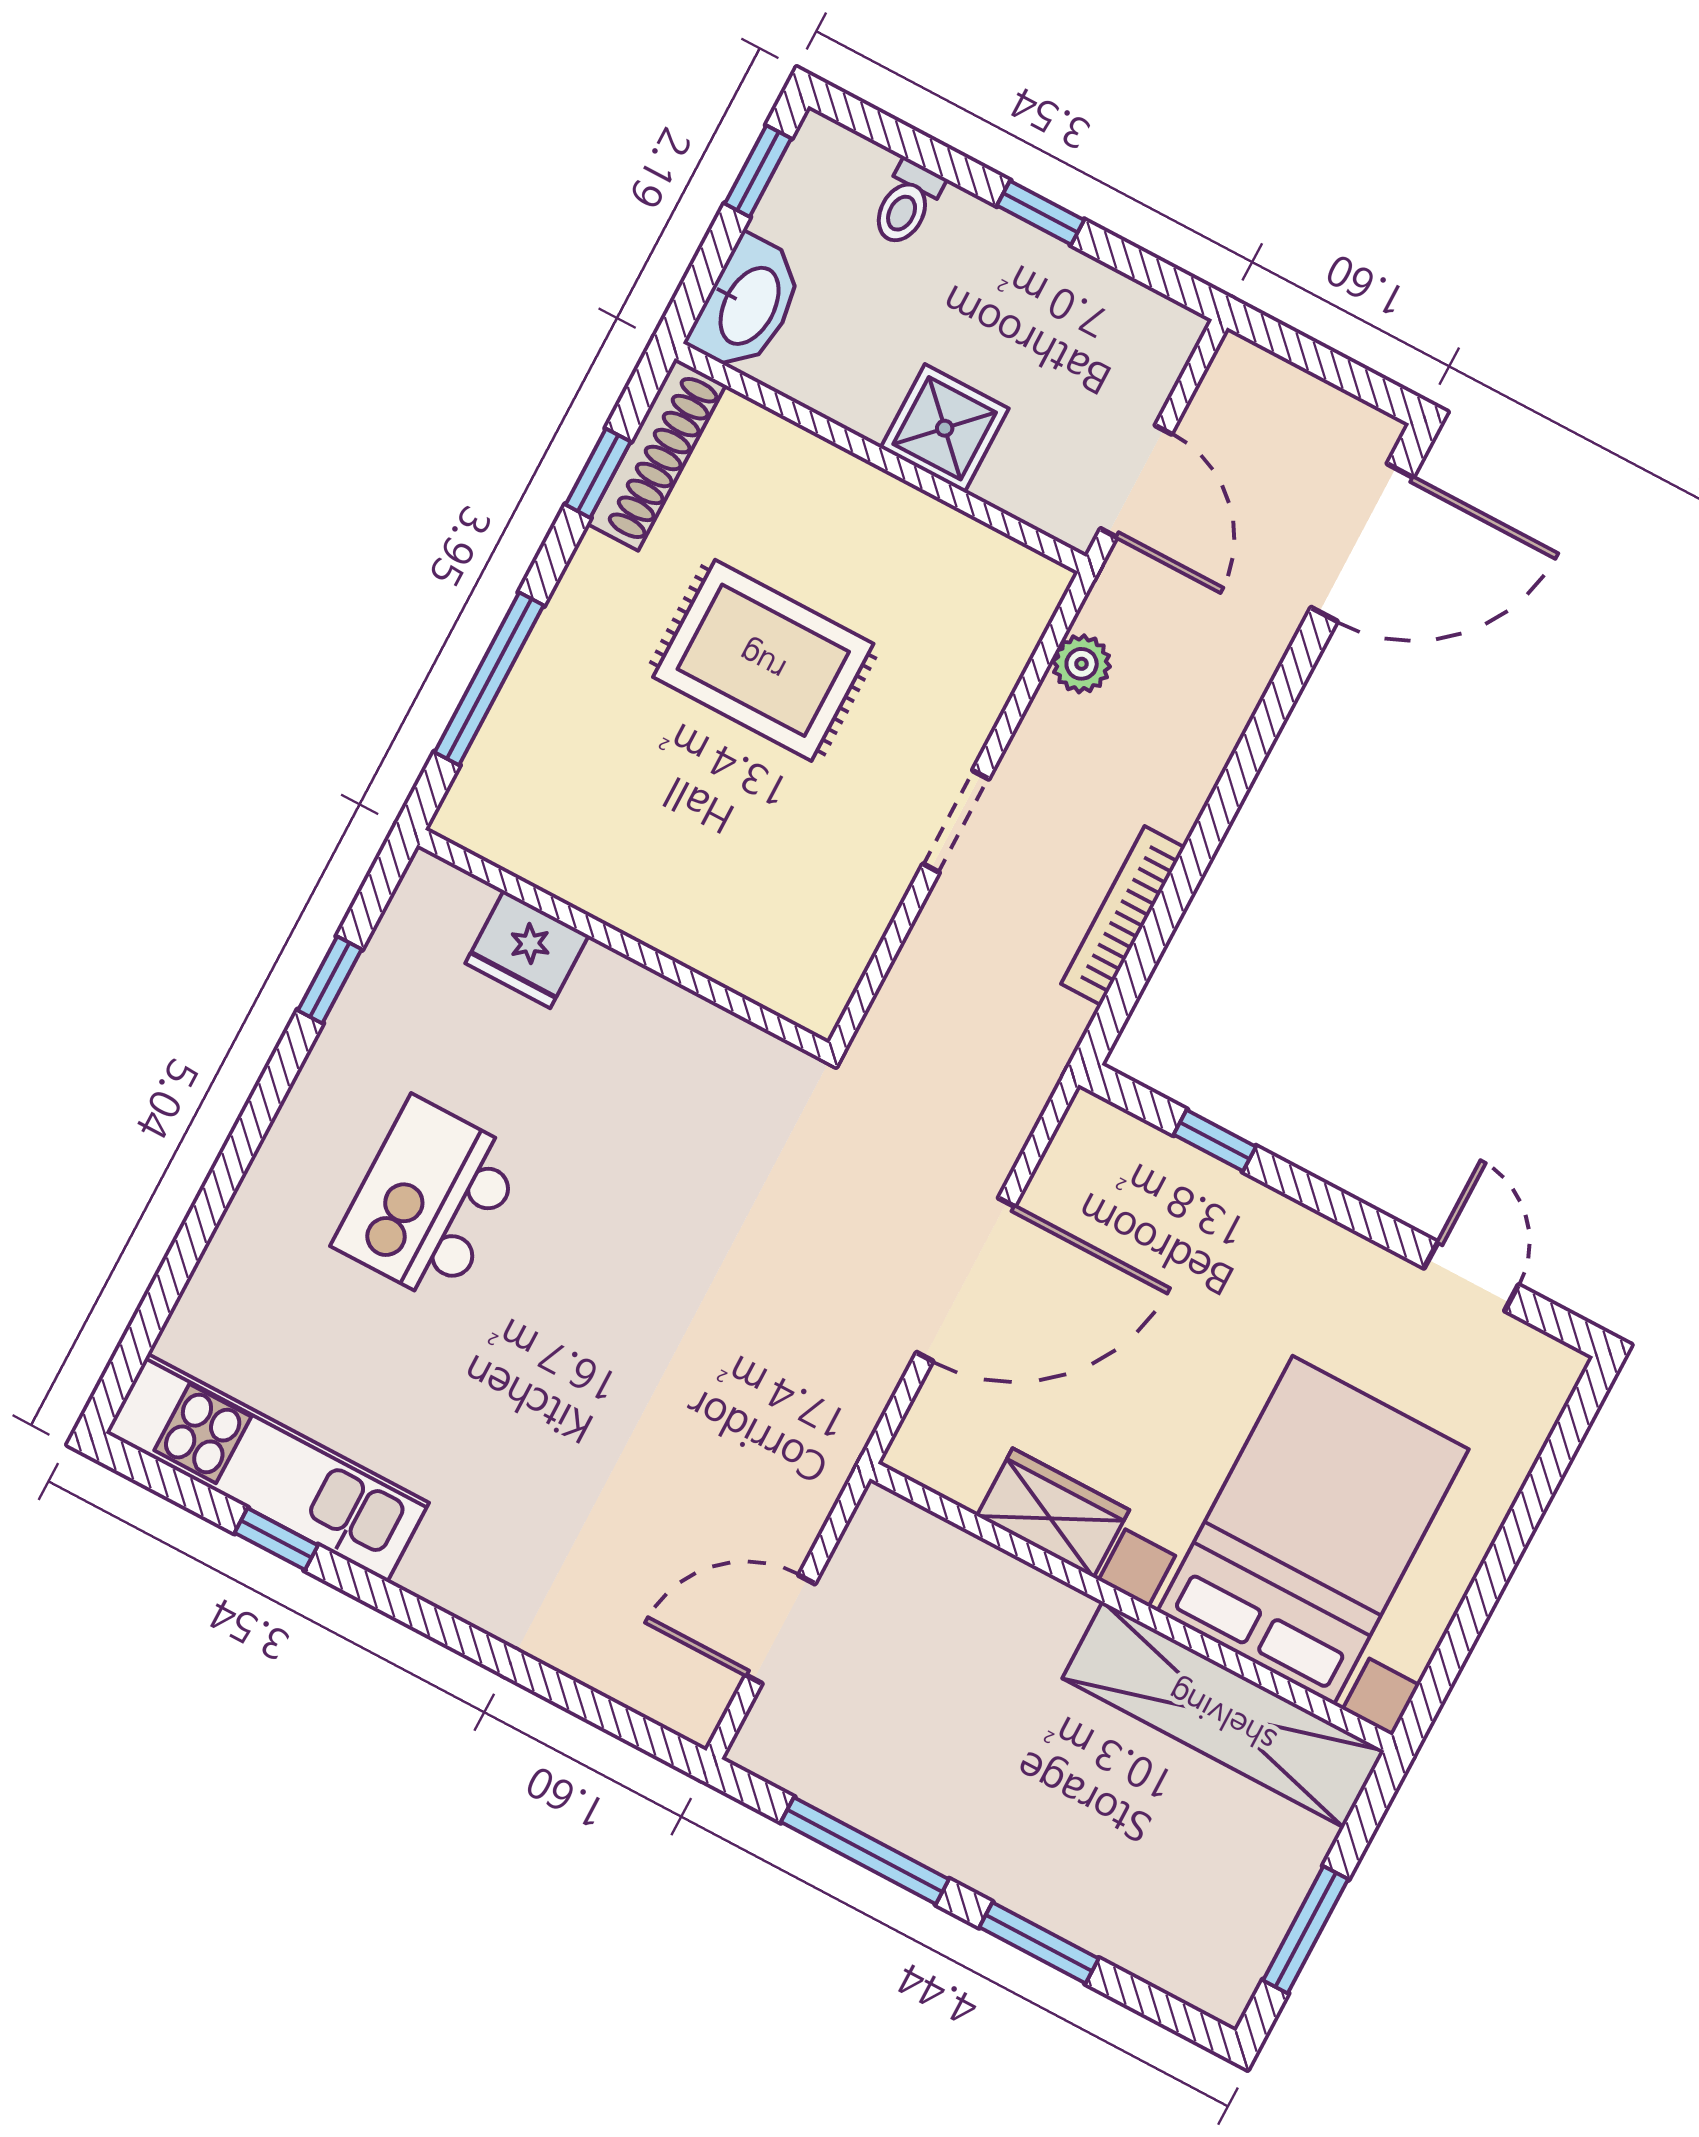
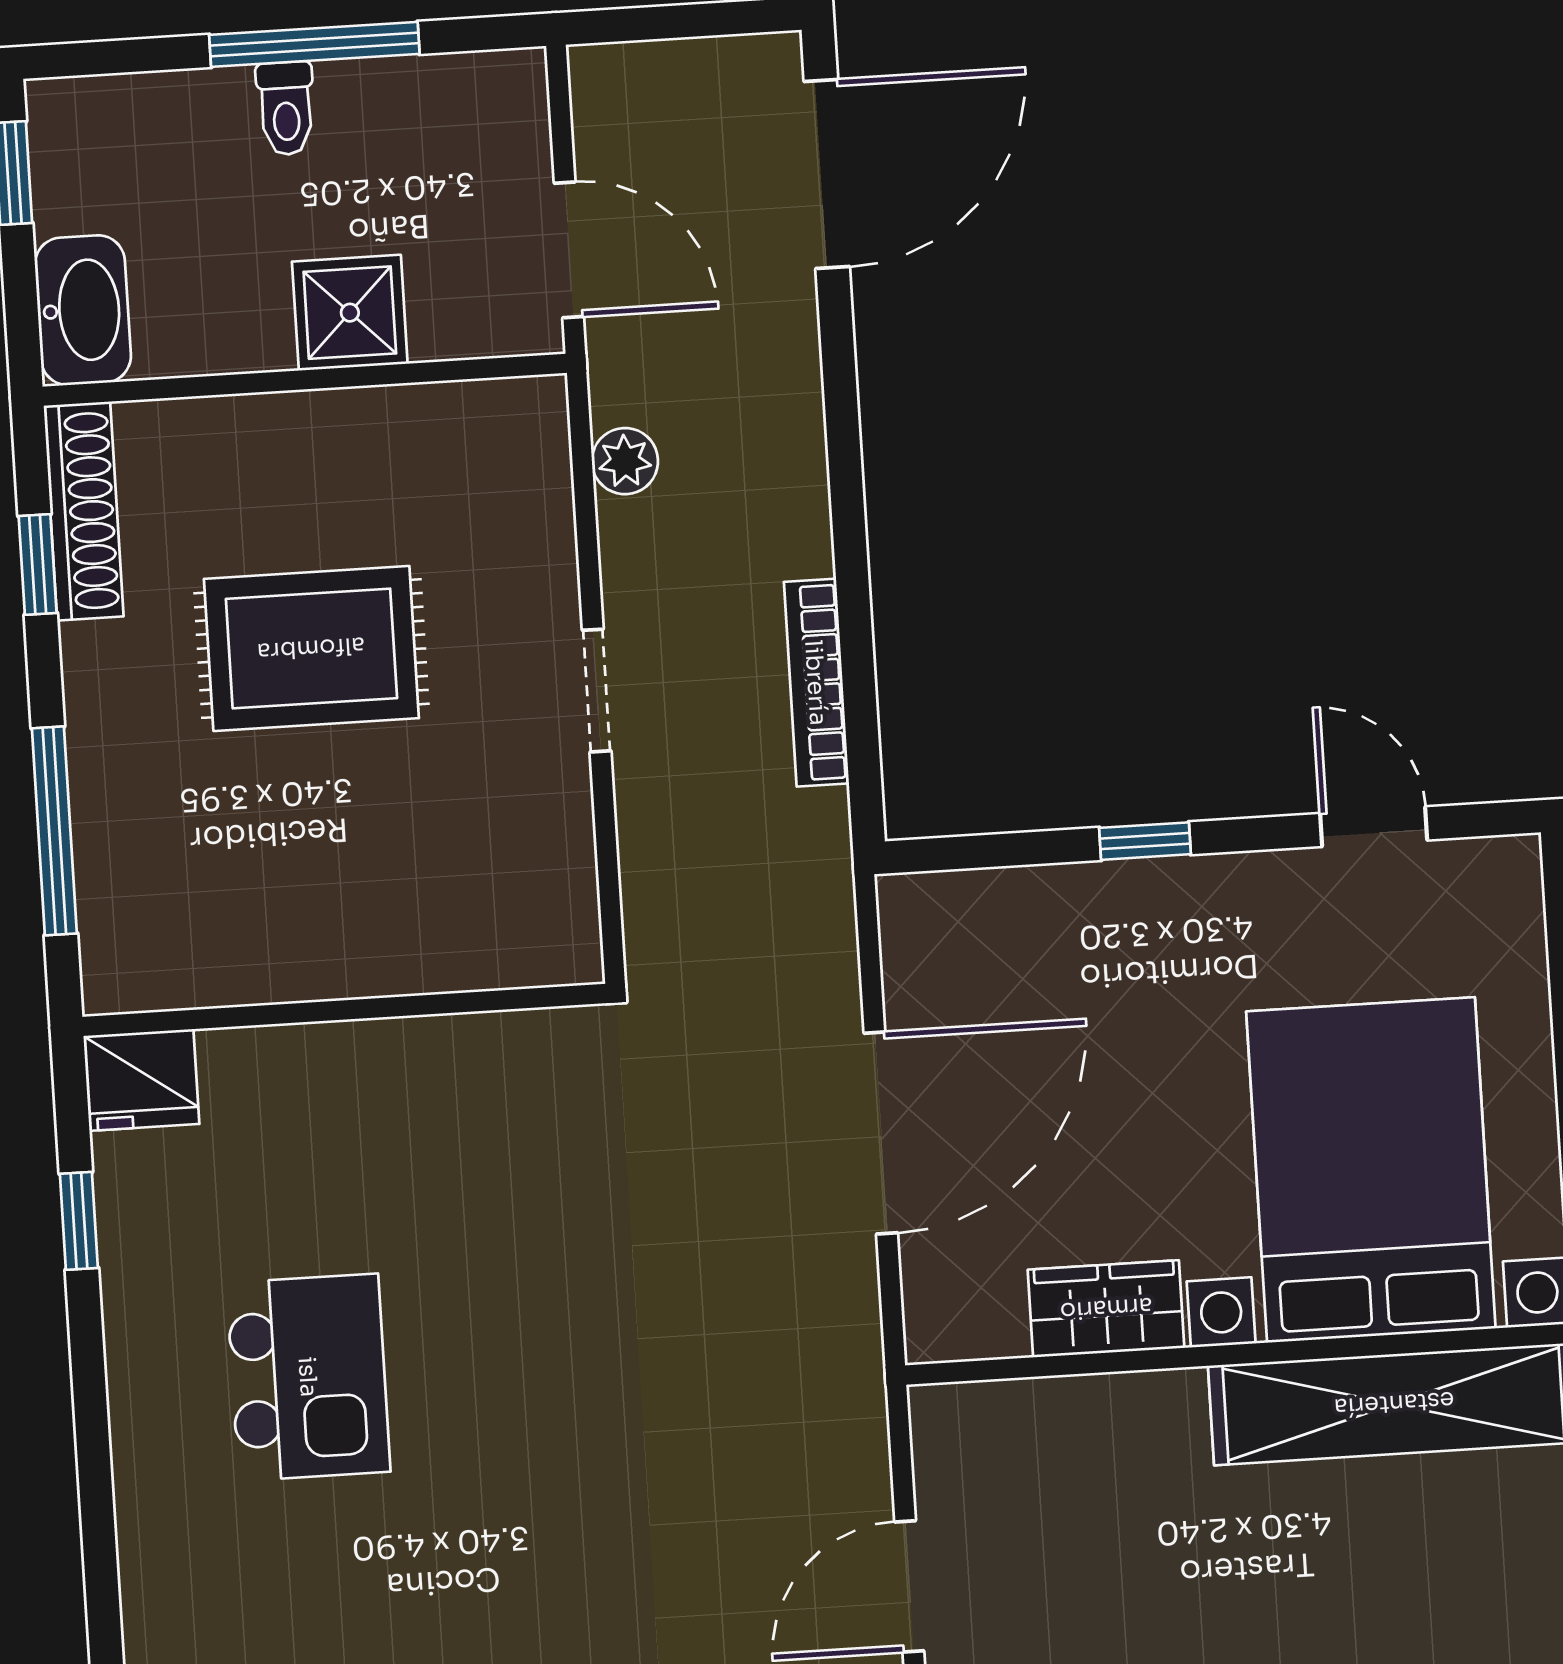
toilet: (907, 203) -> (286, 108), moved
window: (1041, 213) -> (314, 44), width x2.17
fridge: (527, 949) -> (141, 1080), moved
window: (1215, 1141) -> (1145, 841), moved
kitchen island: (429, 1200) -> (308, 1377), turned 180

